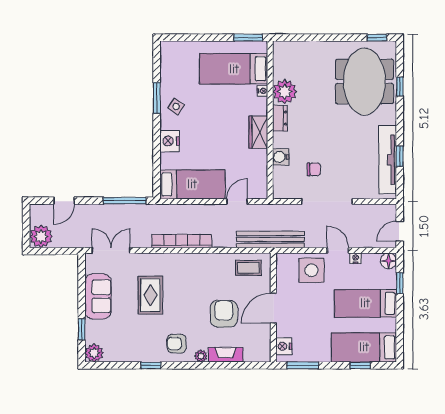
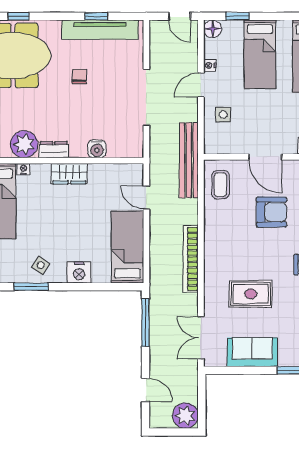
chair: (314, 169) -> (79, 77), moved
side table: (311, 270) -> (223, 114), width x0.54, depth x0.54
armchair: (224, 314) -> (271, 212), turned 180

